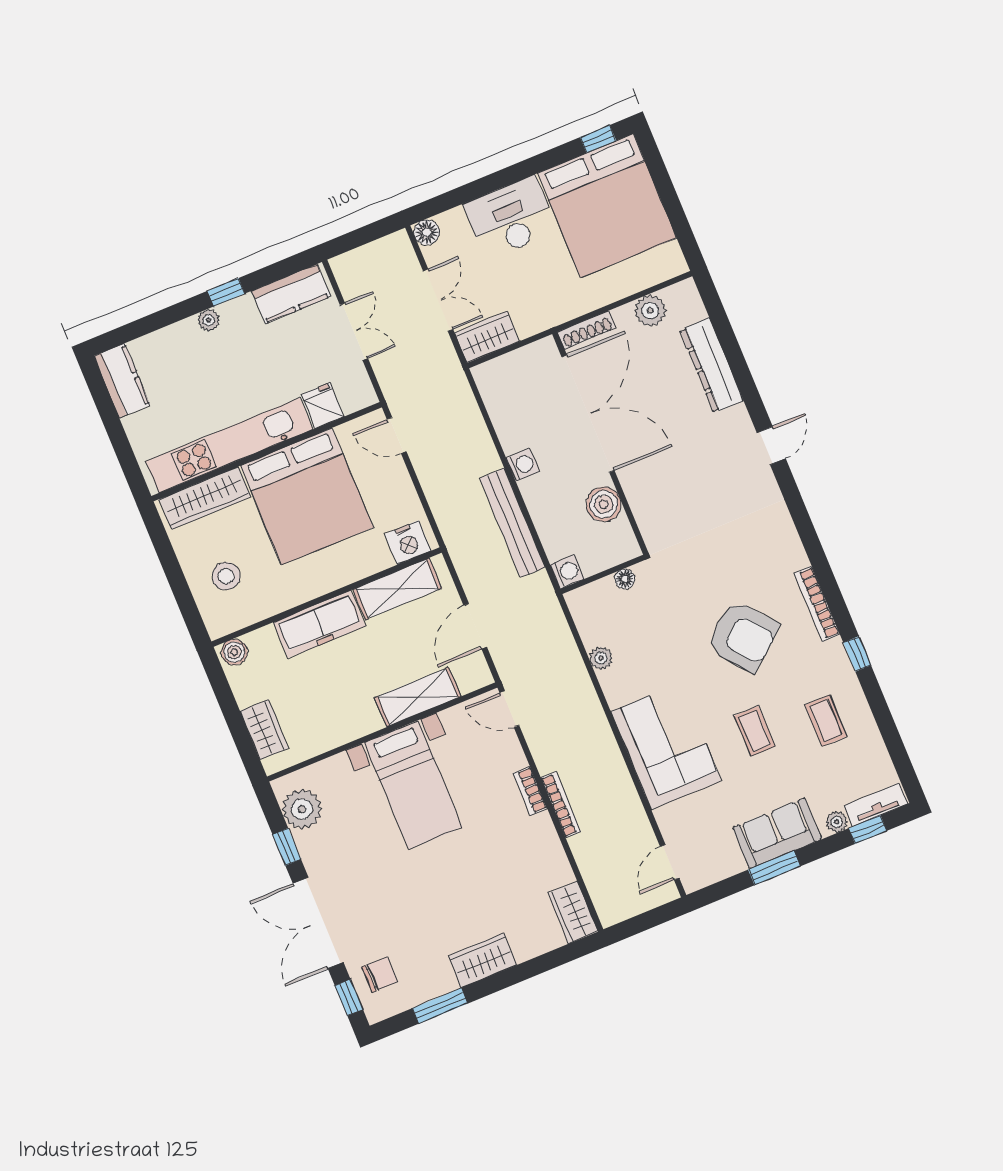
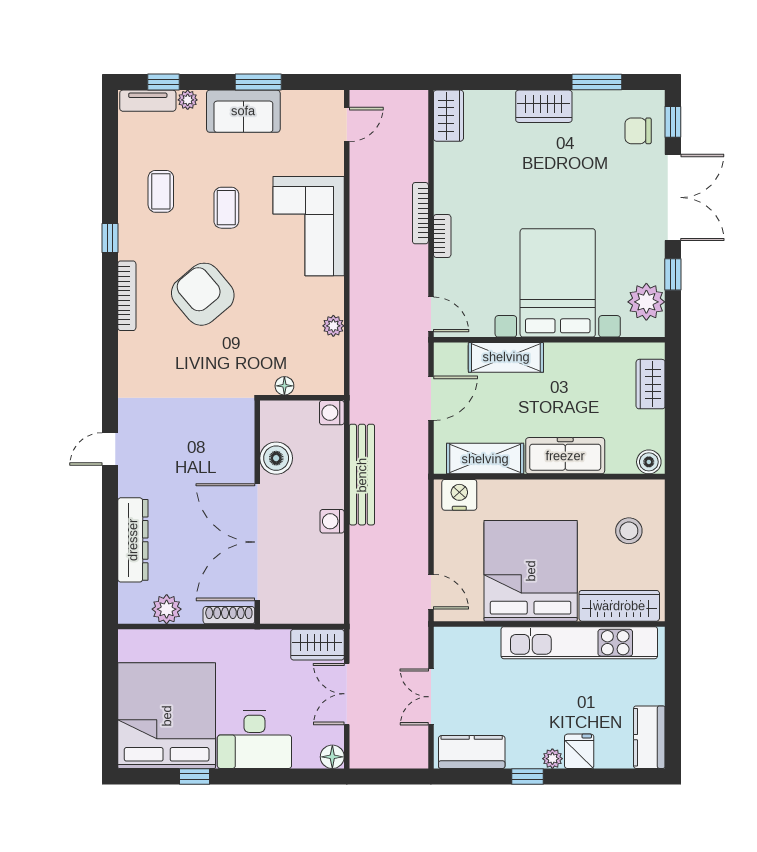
window: (598, 139) -> (195, 776), moved
fridge: (322, 406) -> (579, 751), moved, turned 180
bed with nightstands: (413, 785) -> (558, 283), width x1.36

